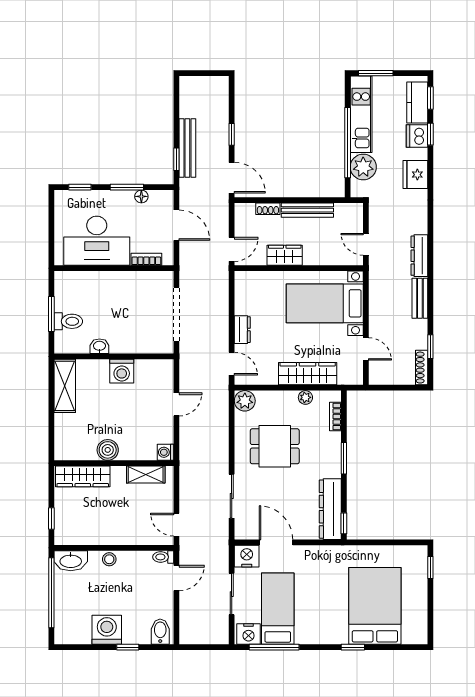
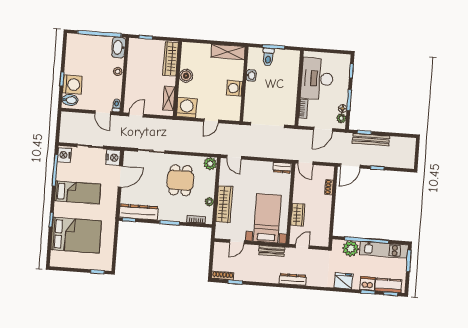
plant: (157, 198) -> (341, 118), added
bench: (307, 210) -> (326, 212), removed
wardrobe: (285, 255) -> (298, 215), moved
bench: (420, 298) -> (272, 251), moved
dresser: (242, 330) -> (282, 167), moved
door: (232, 364) -> (234, 157), hinge flipped
door: (176, 404) -> (211, 121), hinge flipped
washing machine: (165, 452) -> (187, 107), width x1.89, depth x1.89
bed: (278, 609) -> (77, 192), moved
washing machine: (107, 630) -> (72, 85), moved

